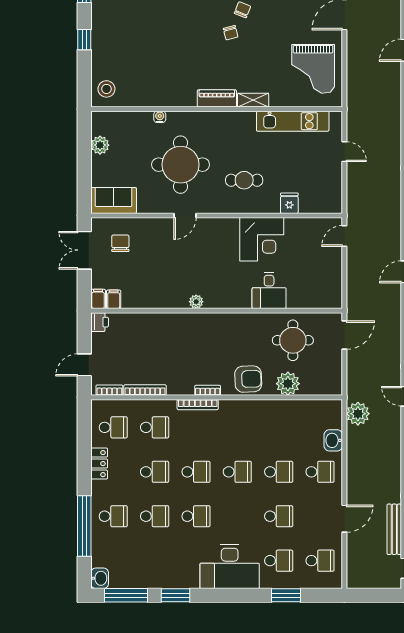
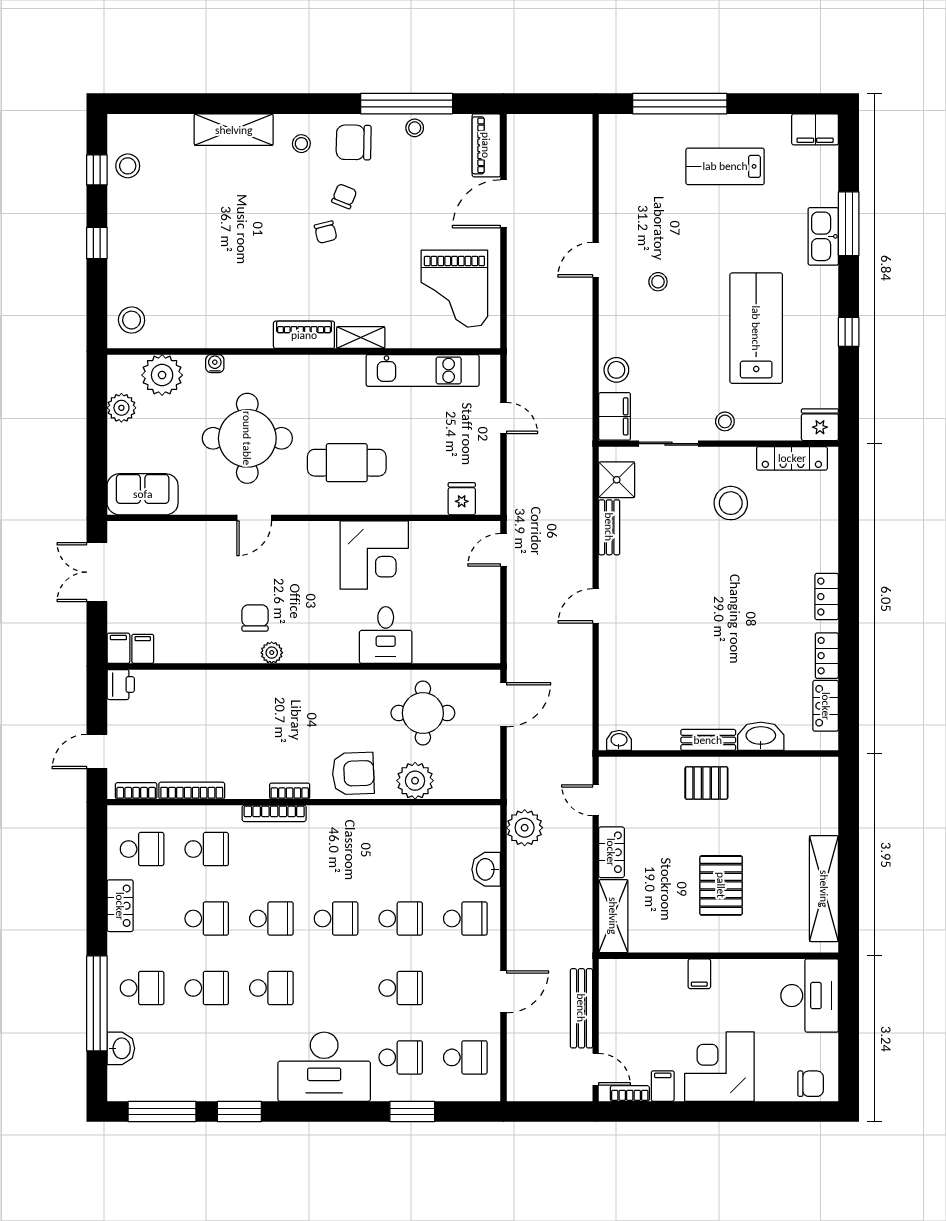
plant: (126, 124) -> (162, 375), added
cafe table: (244, 180) -> (347, 463), width x1.37, depth x1.35
fridge: (289, 203) -> (462, 499), moved
chair: (120, 243) -> (255, 618), moved
washbasin: (100, 578) -> (121, 1048), moved

